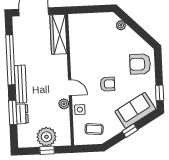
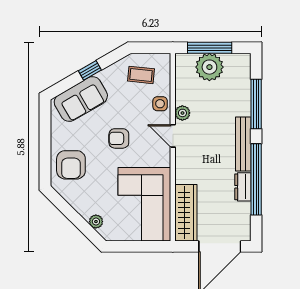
corner sofa: (88, 39) -> (144, 204), added
armchair: (140, 64) -> (71, 165), turned 90
window: (160, 93) -> (45, 123), removed
window: (13, 112) -> (256, 104), width x1.44
dresser: (22, 114) -> (243, 187), moved
window: (47, 150) -> (210, 48), width x2.17

